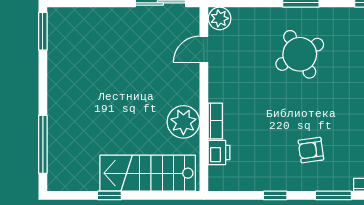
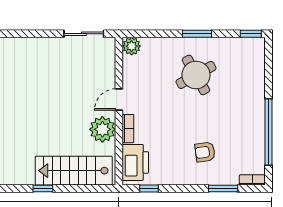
door: (204, 49) -> (119, 100), moved
printer: (219, 152) -> (135, 162), width x1.87, depth x1.48
window: (275, 195) -> (149, 188), moved

